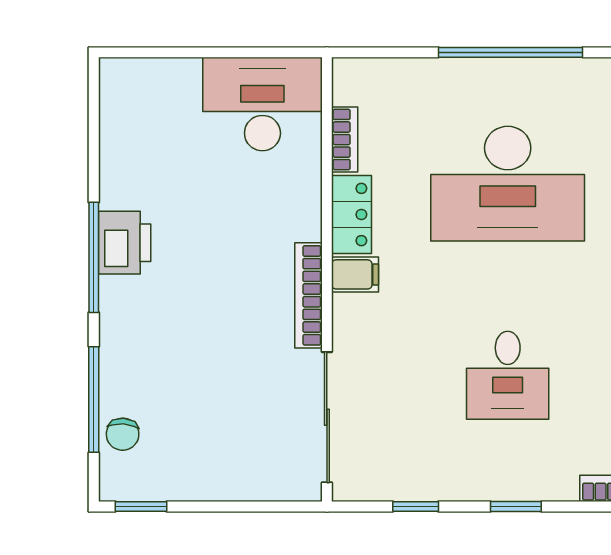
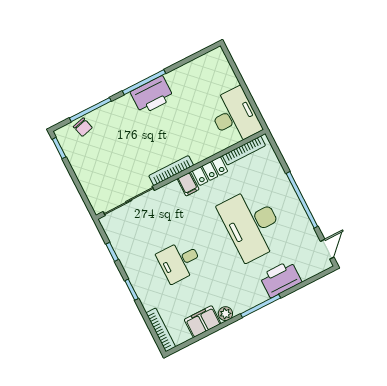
bookcase: (345, 140) -> (244, 151), width x1.56
printer: (125, 243) -> (152, 95), width x1.37, depth x1.19
chair: (123, 434) -> (83, 127), turned -109

